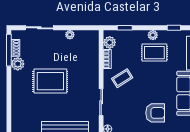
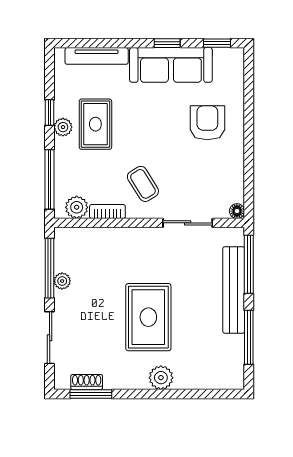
window: (77, 28) -> (50, 268), added
window: (125, 28) -> (50, 179), width x2.17
window: (174, 28) -> (50, 113), moved
window: (9, 50) -> (91, 394), width x0.69
plant: (18, 64) -> (161, 378), moved

